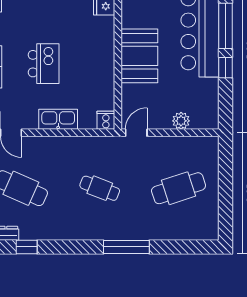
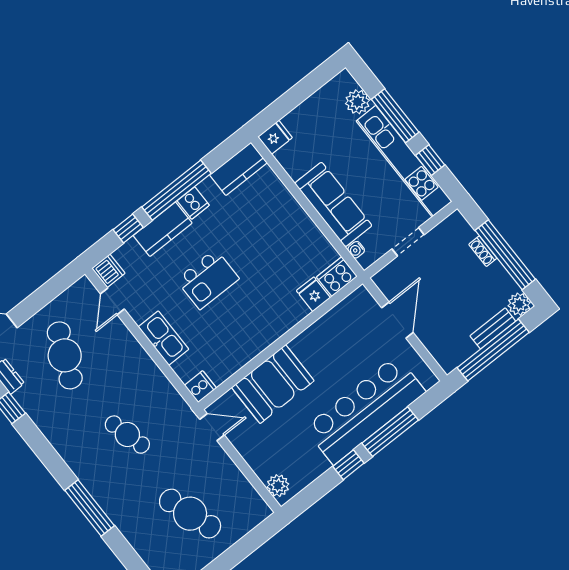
booth: (139, 56) -> (273, 384), moved
plant: (181, 121) -> (278, 486), moved
cafe table: (100, 188) -> (127, 435), turned -36

